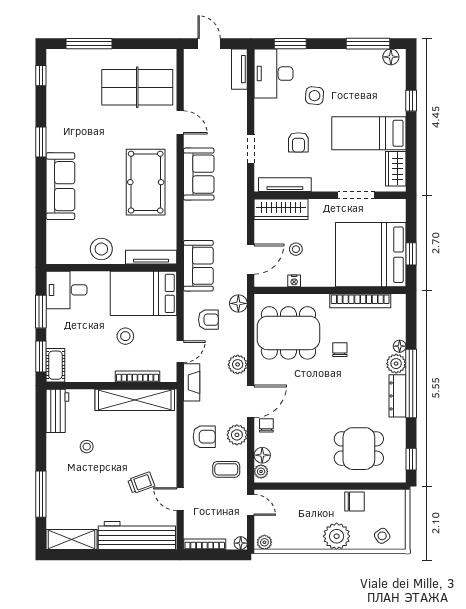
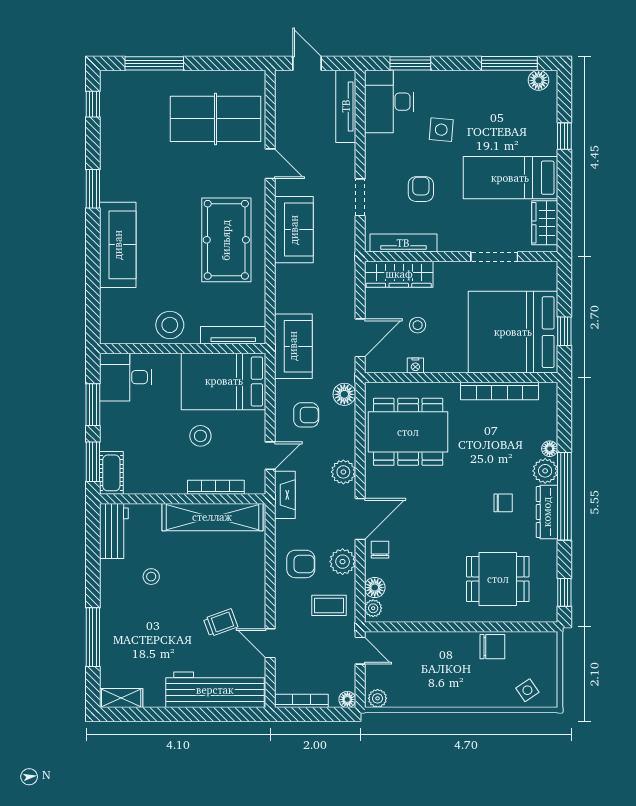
tv unit: (239, 69) -> (346, 106), width x1.41
armchair: (298, 142) -> (421, 189), turned 180
chair: (340, 350) -> (503, 503), moved, turned 90
plant: (337, 536) -> (469, 691), removed
shelving: (72, 539) -> (121, 698), width x0.67, depth x0.75

